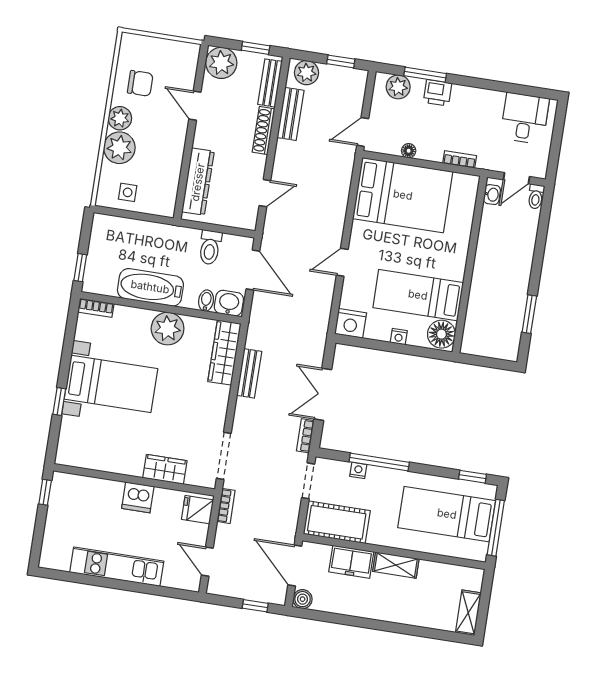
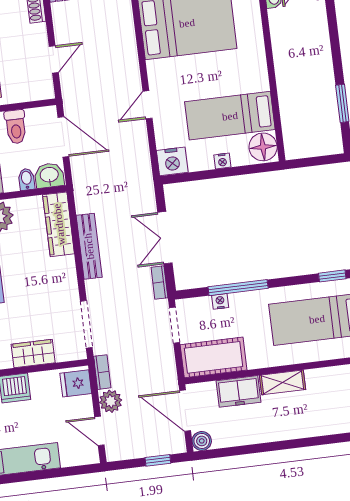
bench: (249, 373) -> (89, 246), width x1.36
plant: (226, 536) -> (111, 401), added

